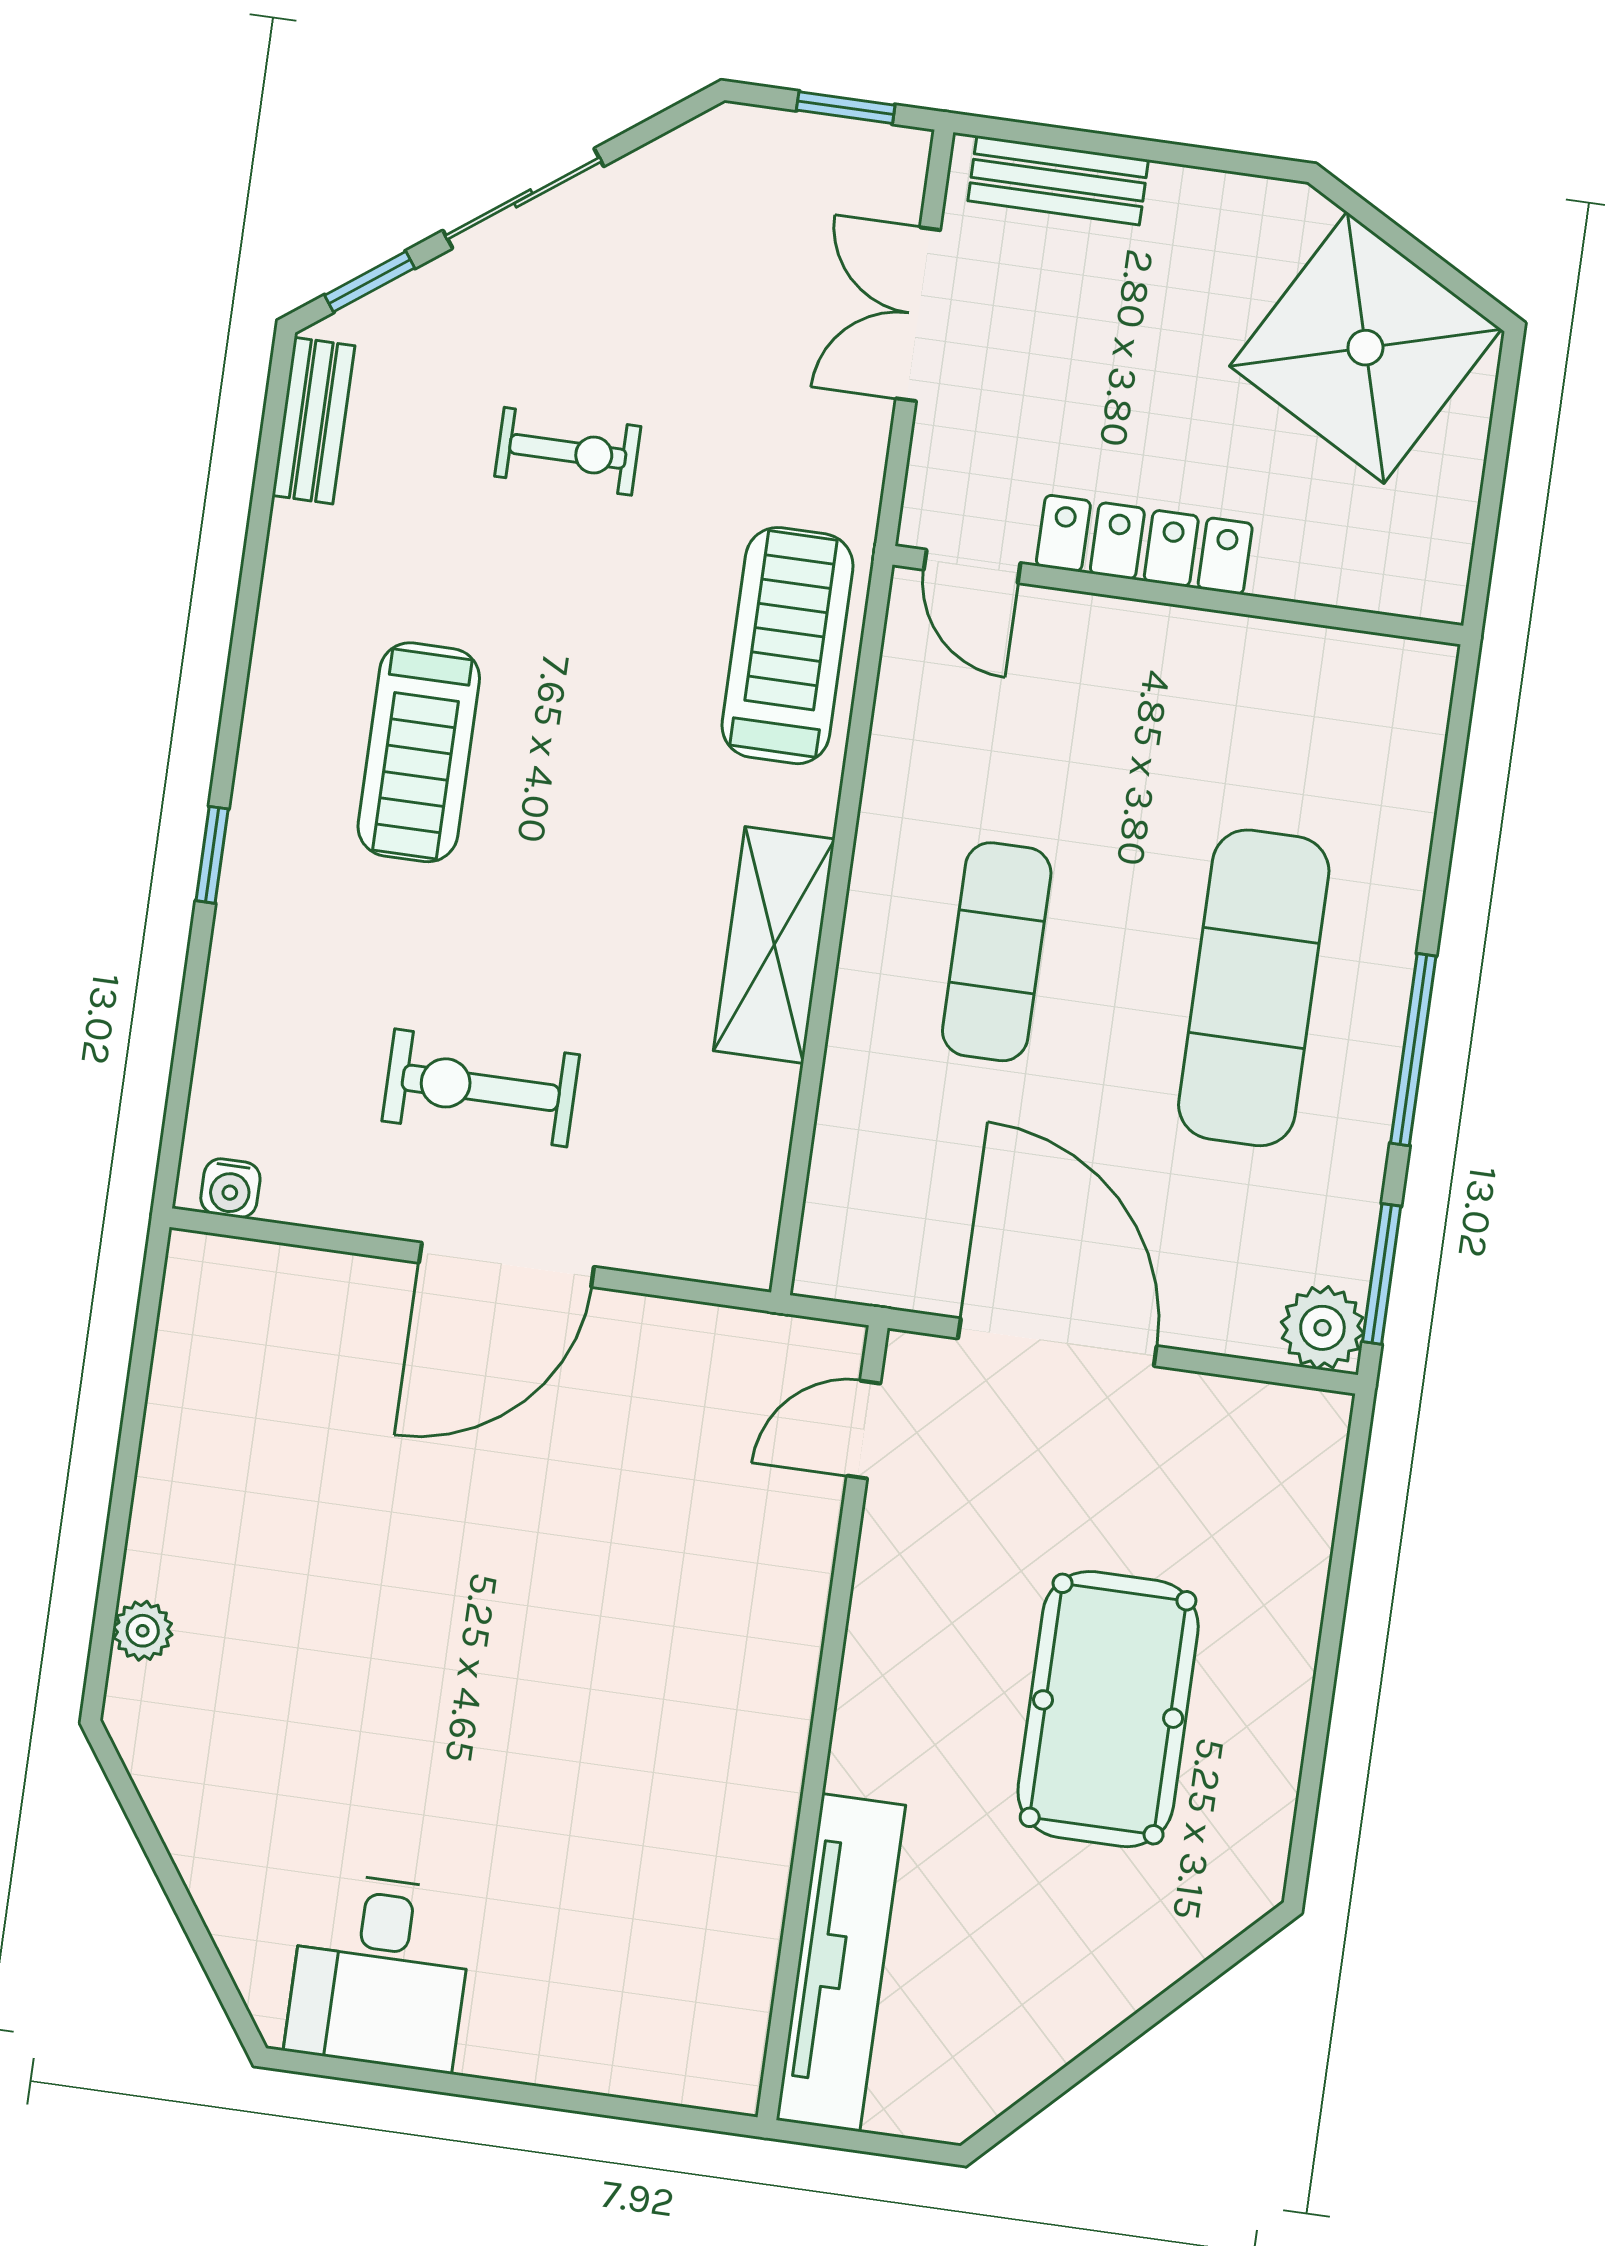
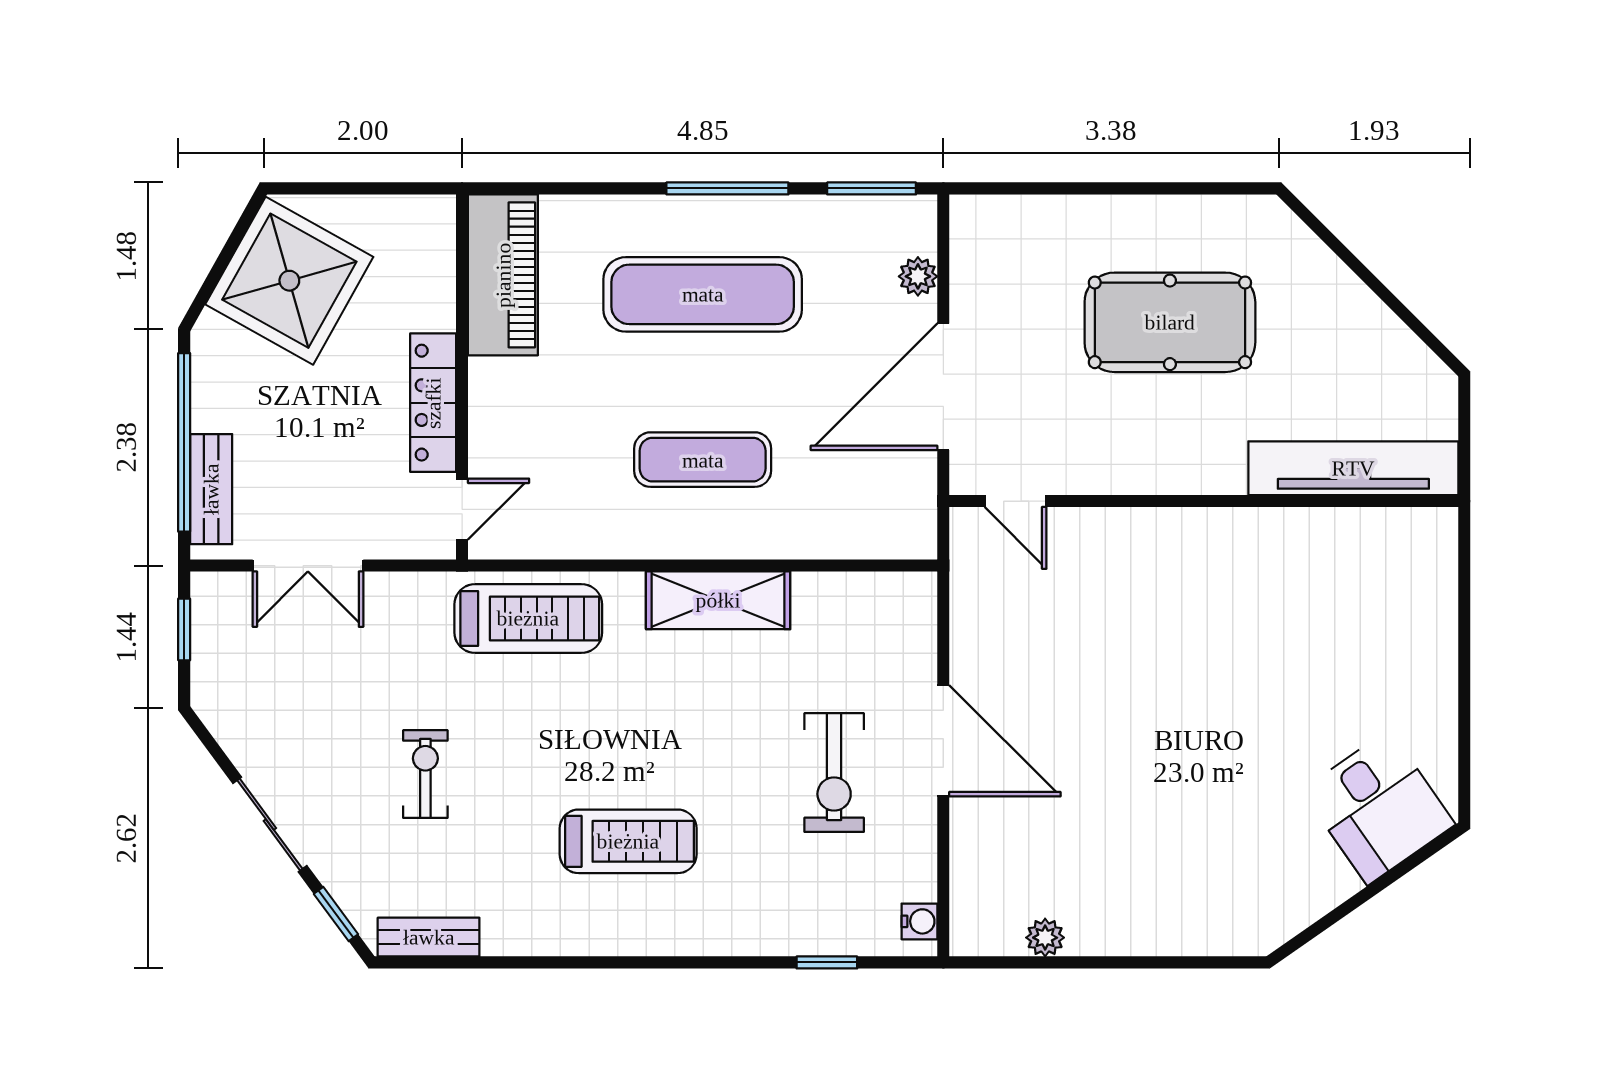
window: (1137, 149) -> (184, 442), added
treadmill: (787, 646) -> (528, 618), turned 180
piano: (1328, 681) -> (503, 275), added
window: (212, 855) -> (827, 962), moved
plant: (1322, 1328) -> (918, 276), moved, width x0.73, depth x0.73
plant: (143, 1631) -> (1045, 938), moved
desk: (380, 1972) -> (1378, 807), moved, turned 55

